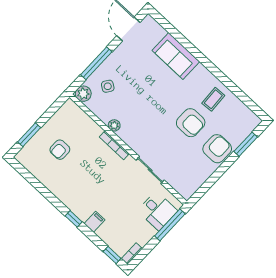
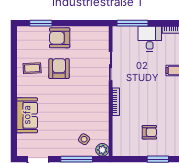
plant: (114, 125) -> (104, 113), removed
desk: (157, 211) -> (150, 39), moved

